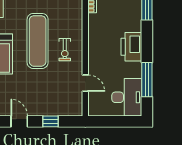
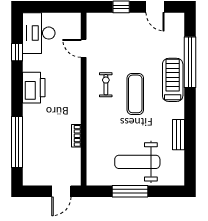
exercise mat: (38, 41) -> (135, 94), width x0.73, depth x0.69
window: (147, 80) -> (17, 52), width x0.46

